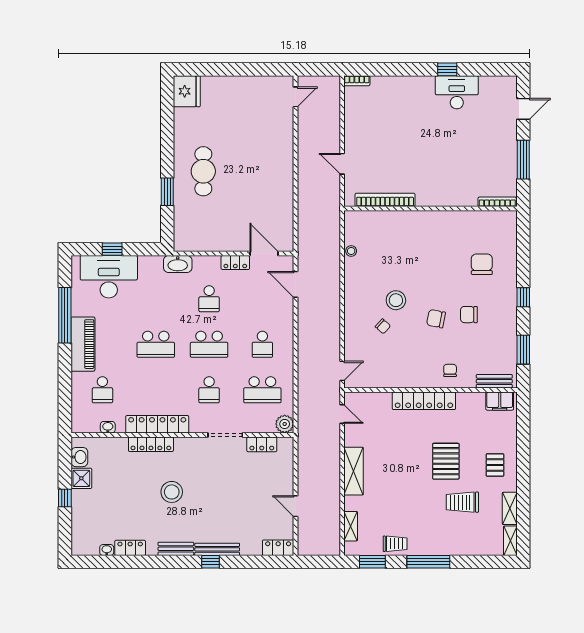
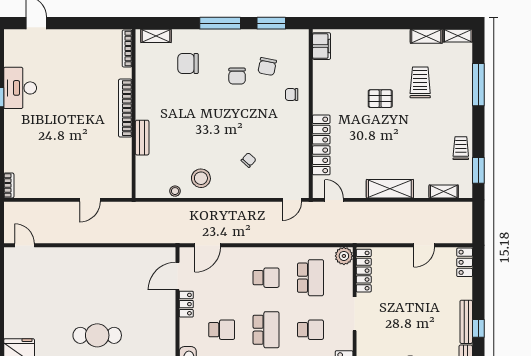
window: (523, 160) -> (86, 23), removed
bookcase: (385, 200) -> (125, 108), moved
shelving: (510, 231) -> (156, 36), added
window: (523, 297) -> (220, 23), width x2.17
stool: (396, 300) -> (201, 178), moved
chair: (436, 319) -> (267, 67), moved
door: (342, 371) -> (292, 200), swing flipped
bench: (494, 381) -> (142, 138), moved
locker: (424, 401) -> (321, 145), moved
door: (342, 414) -> (334, 200), hinge flipped
locker: (262, 444) -> (364, 271), width x1.53
pallet: (446, 461) -> (380, 99), width x0.67, depth x0.71
pallet: (495, 465) -> (384, 51), removed
trolley: (462, 502) -> (420, 82), turned 180
window: (428, 562) -> (478, 85), moved

